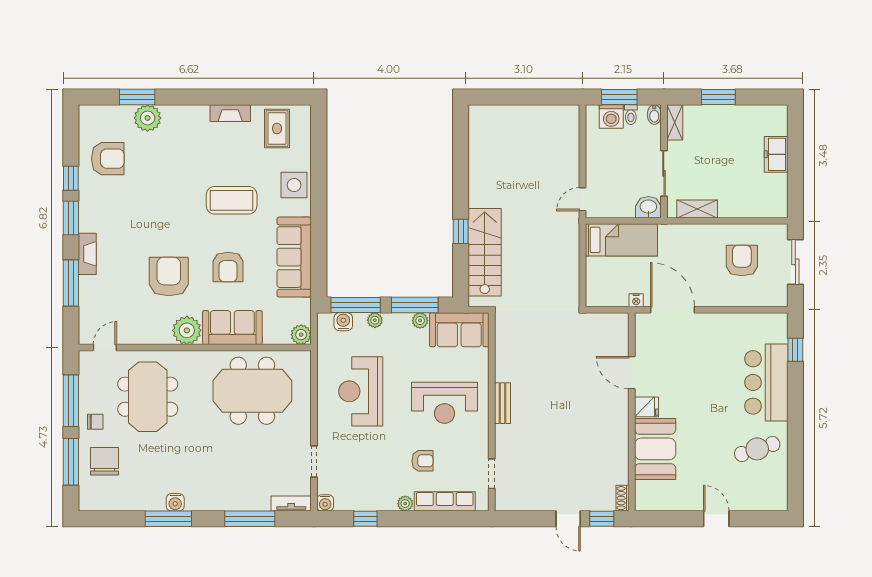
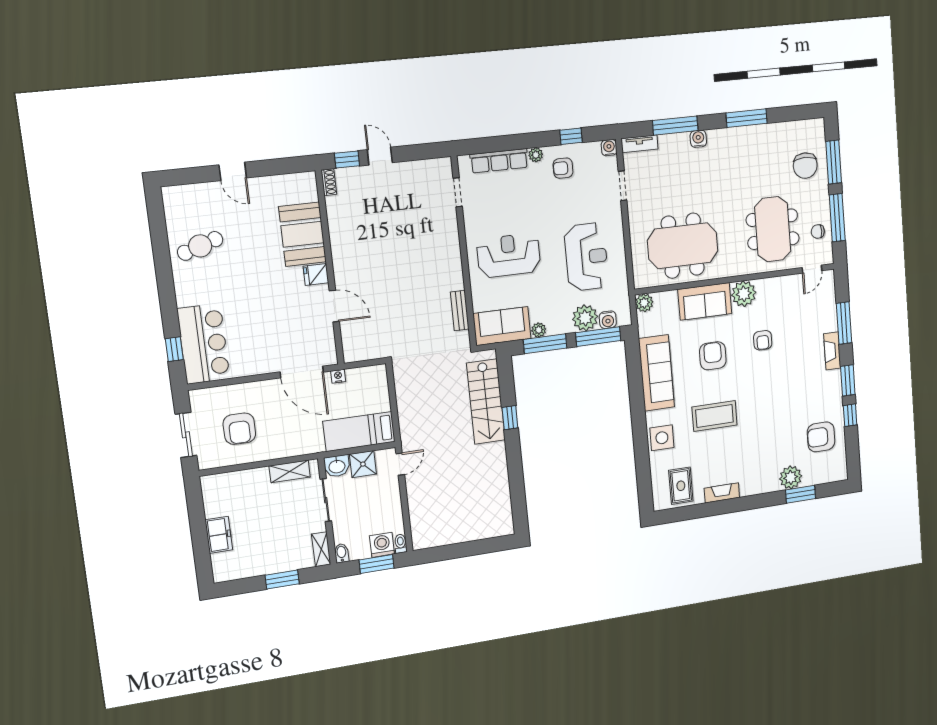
toilet: (631, 115) -> (401, 544), moved
shower: (621, 205) -> (363, 464), added
armchair: (169, 276) -> (763, 340), width x0.53, depth x0.53
plant: (375, 320) -> (585, 318), width x1.88, depth x1.88
bar counter: (766, 382) -> (204, 344), moved
bench: (502, 403) -> (460, 311), moved
chair: (95, 422) -> (818, 231), moved
armchair: (422, 461) -> (563, 168), moved
water cooler: (175, 502) -> (698, 139), moved

